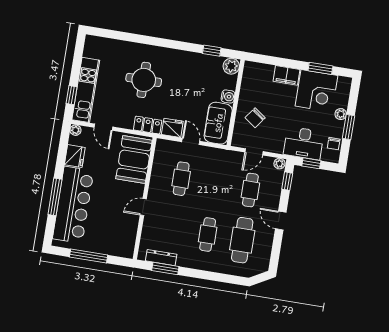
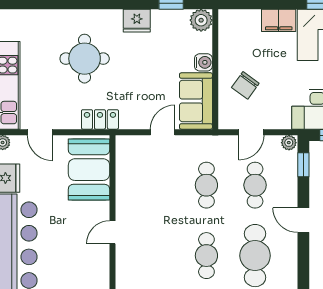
fridge: (172, 128) -> (137, 21), moved, turned 180
door: (191, 141) -> (163, 132), hinge flipped
cafe table: (181, 179) -> (206, 185), moved

